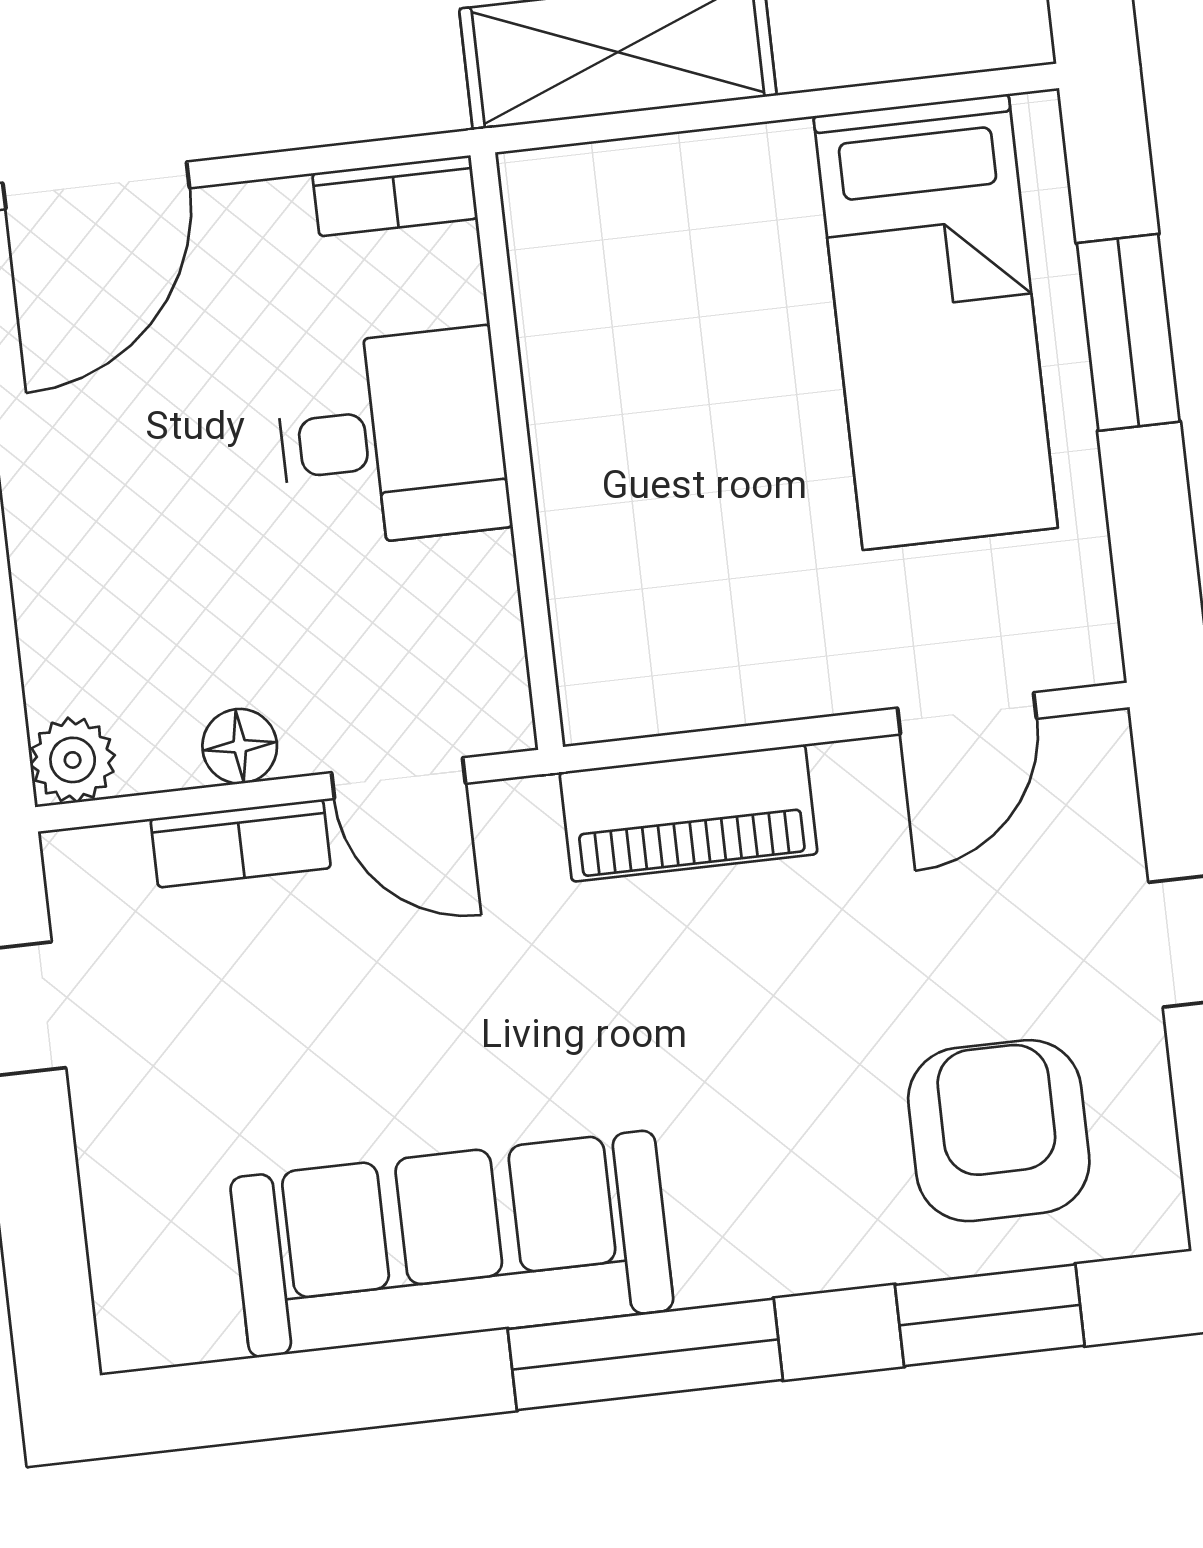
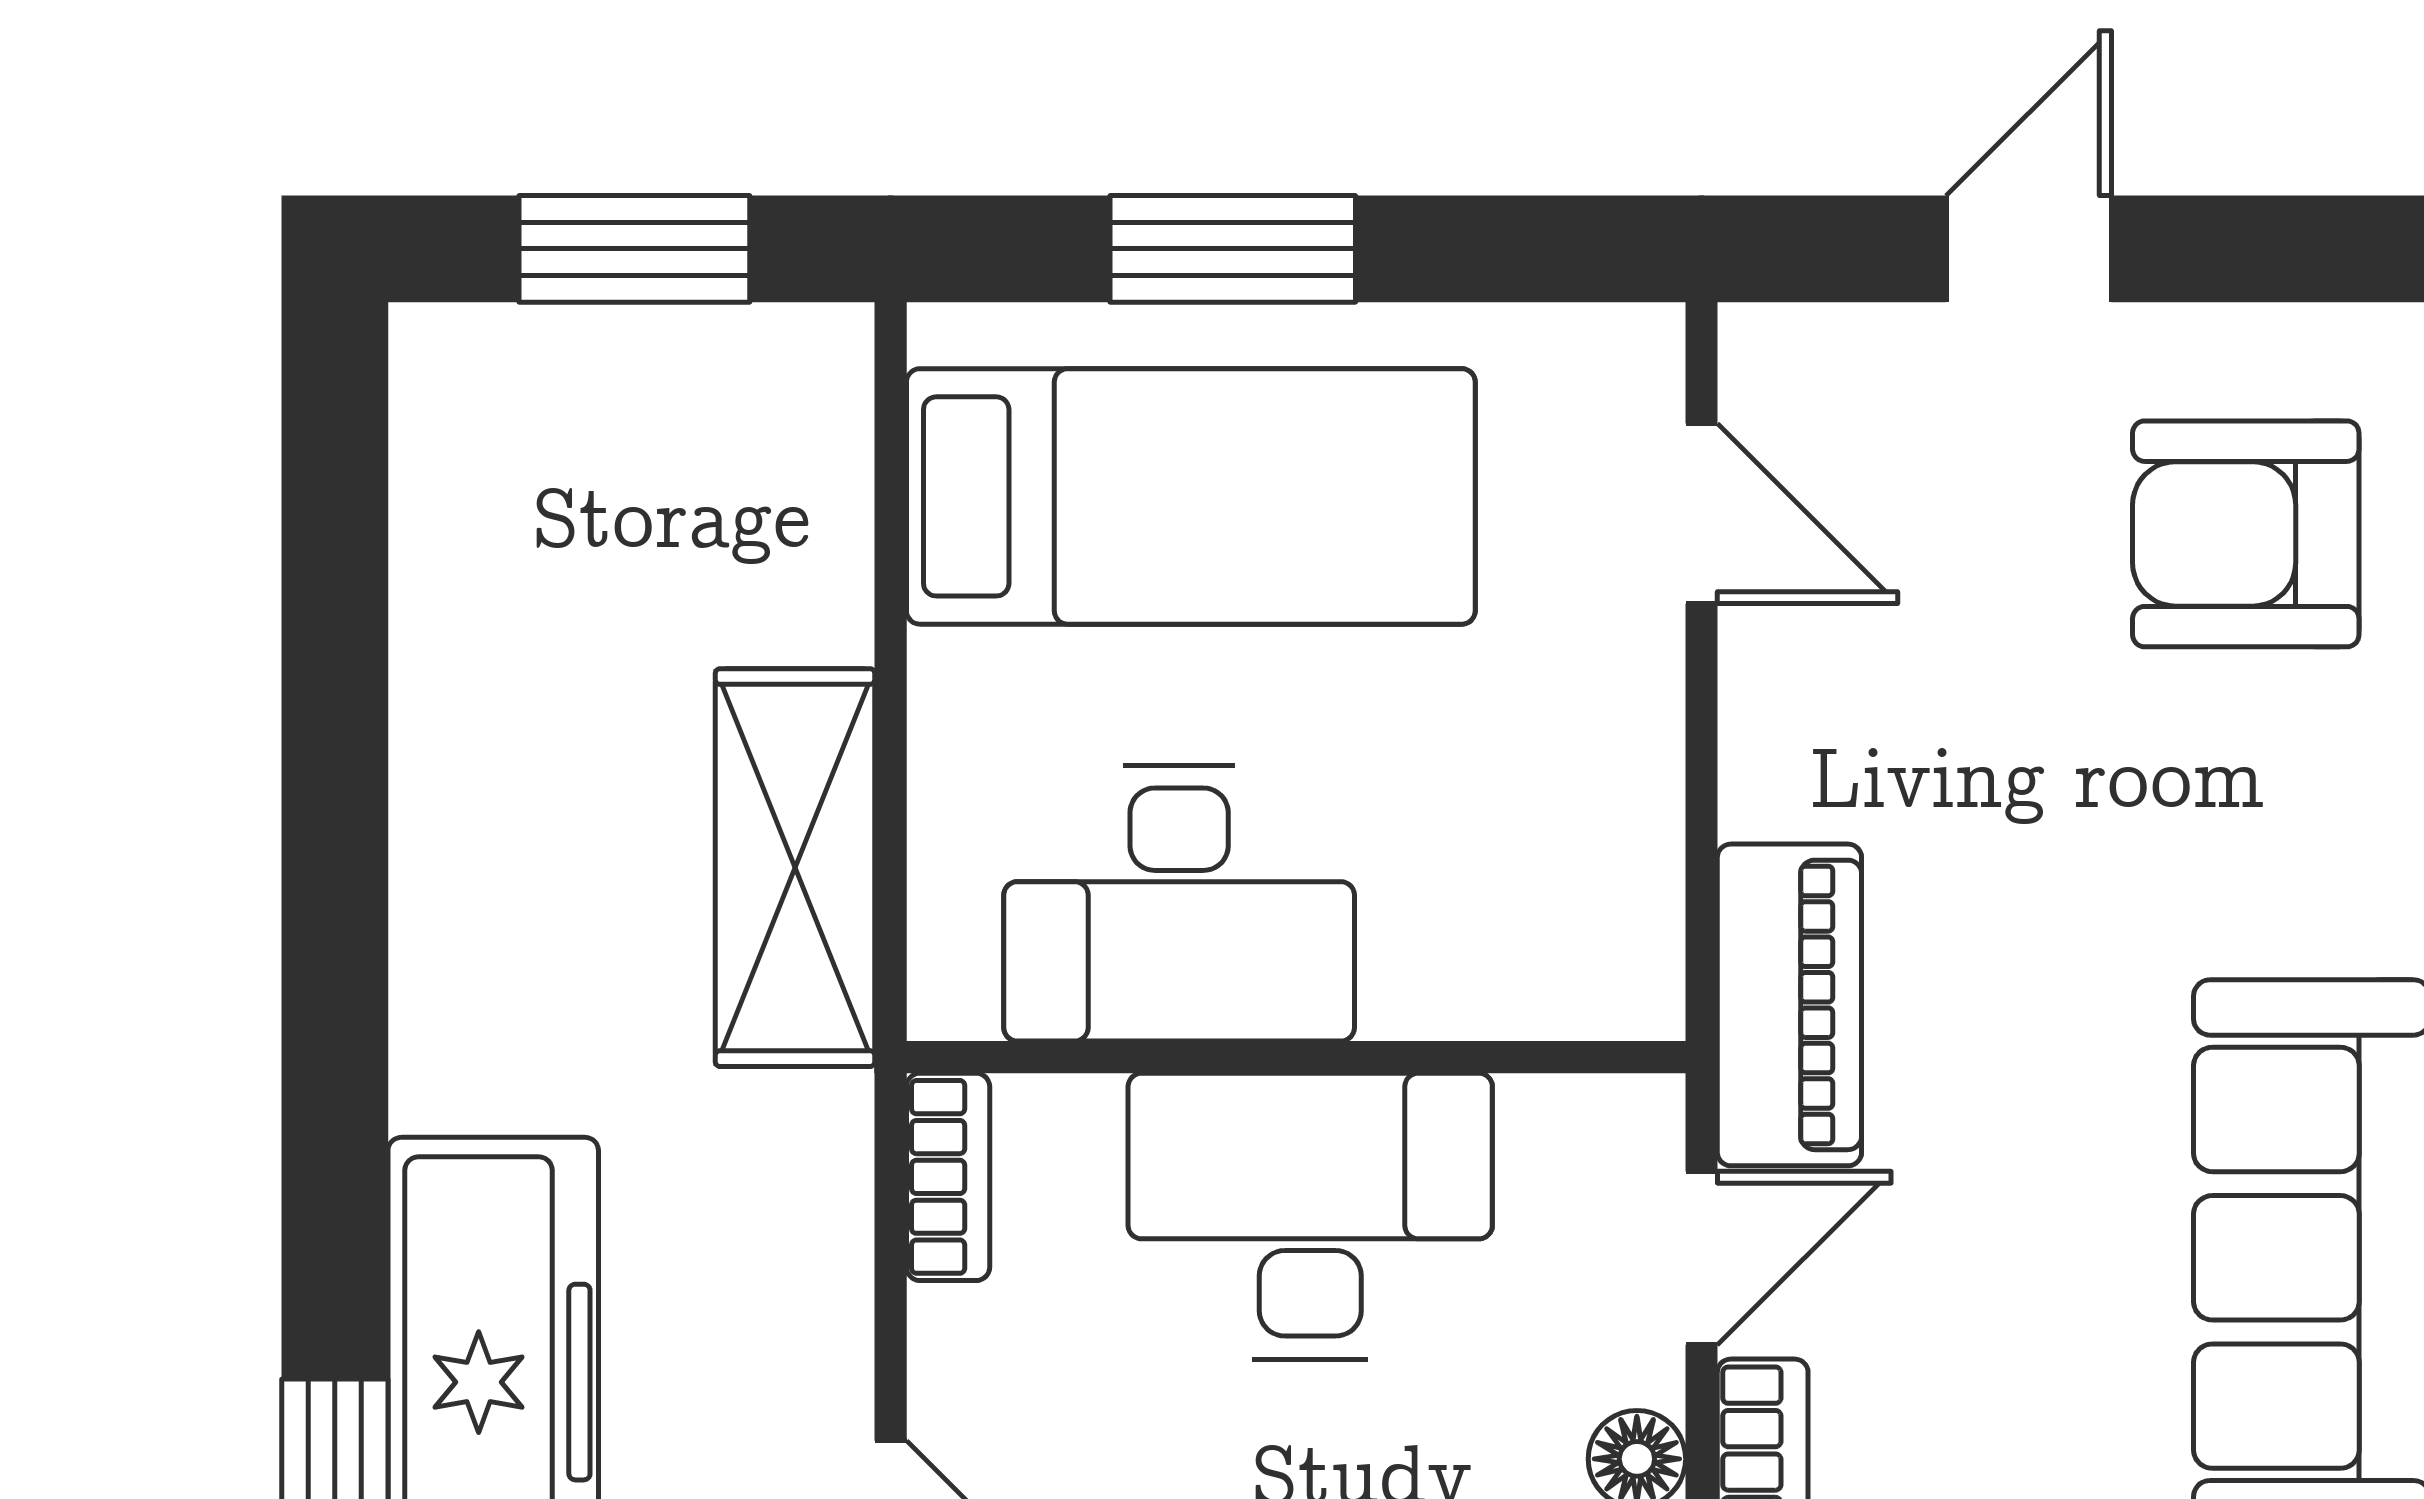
desk: (624, 348) -> (1179, 904), added
desk: (392, 438) -> (1310, 1216), width x1.37
piano: (689, 813) -> (1789, 1005), moved

